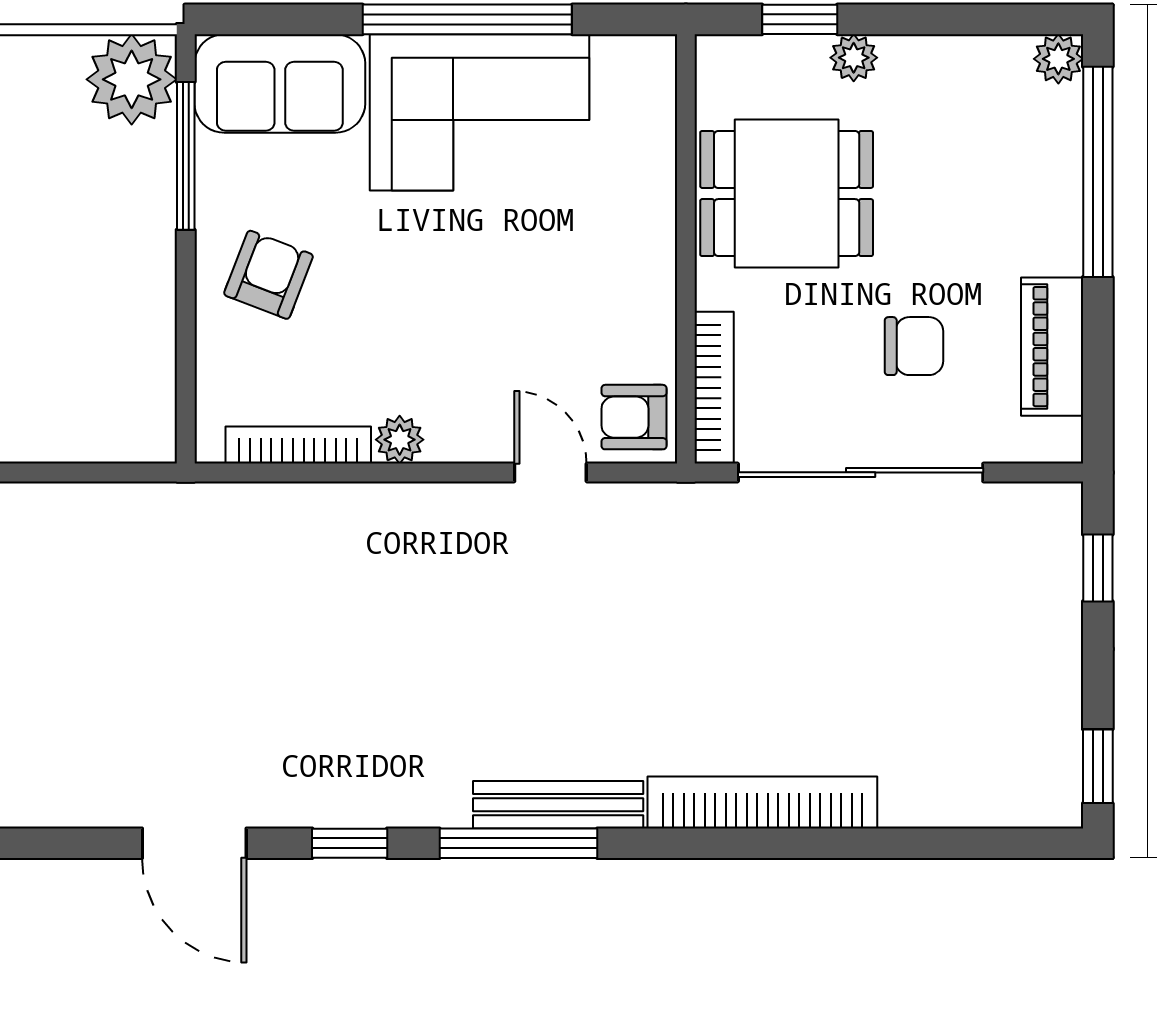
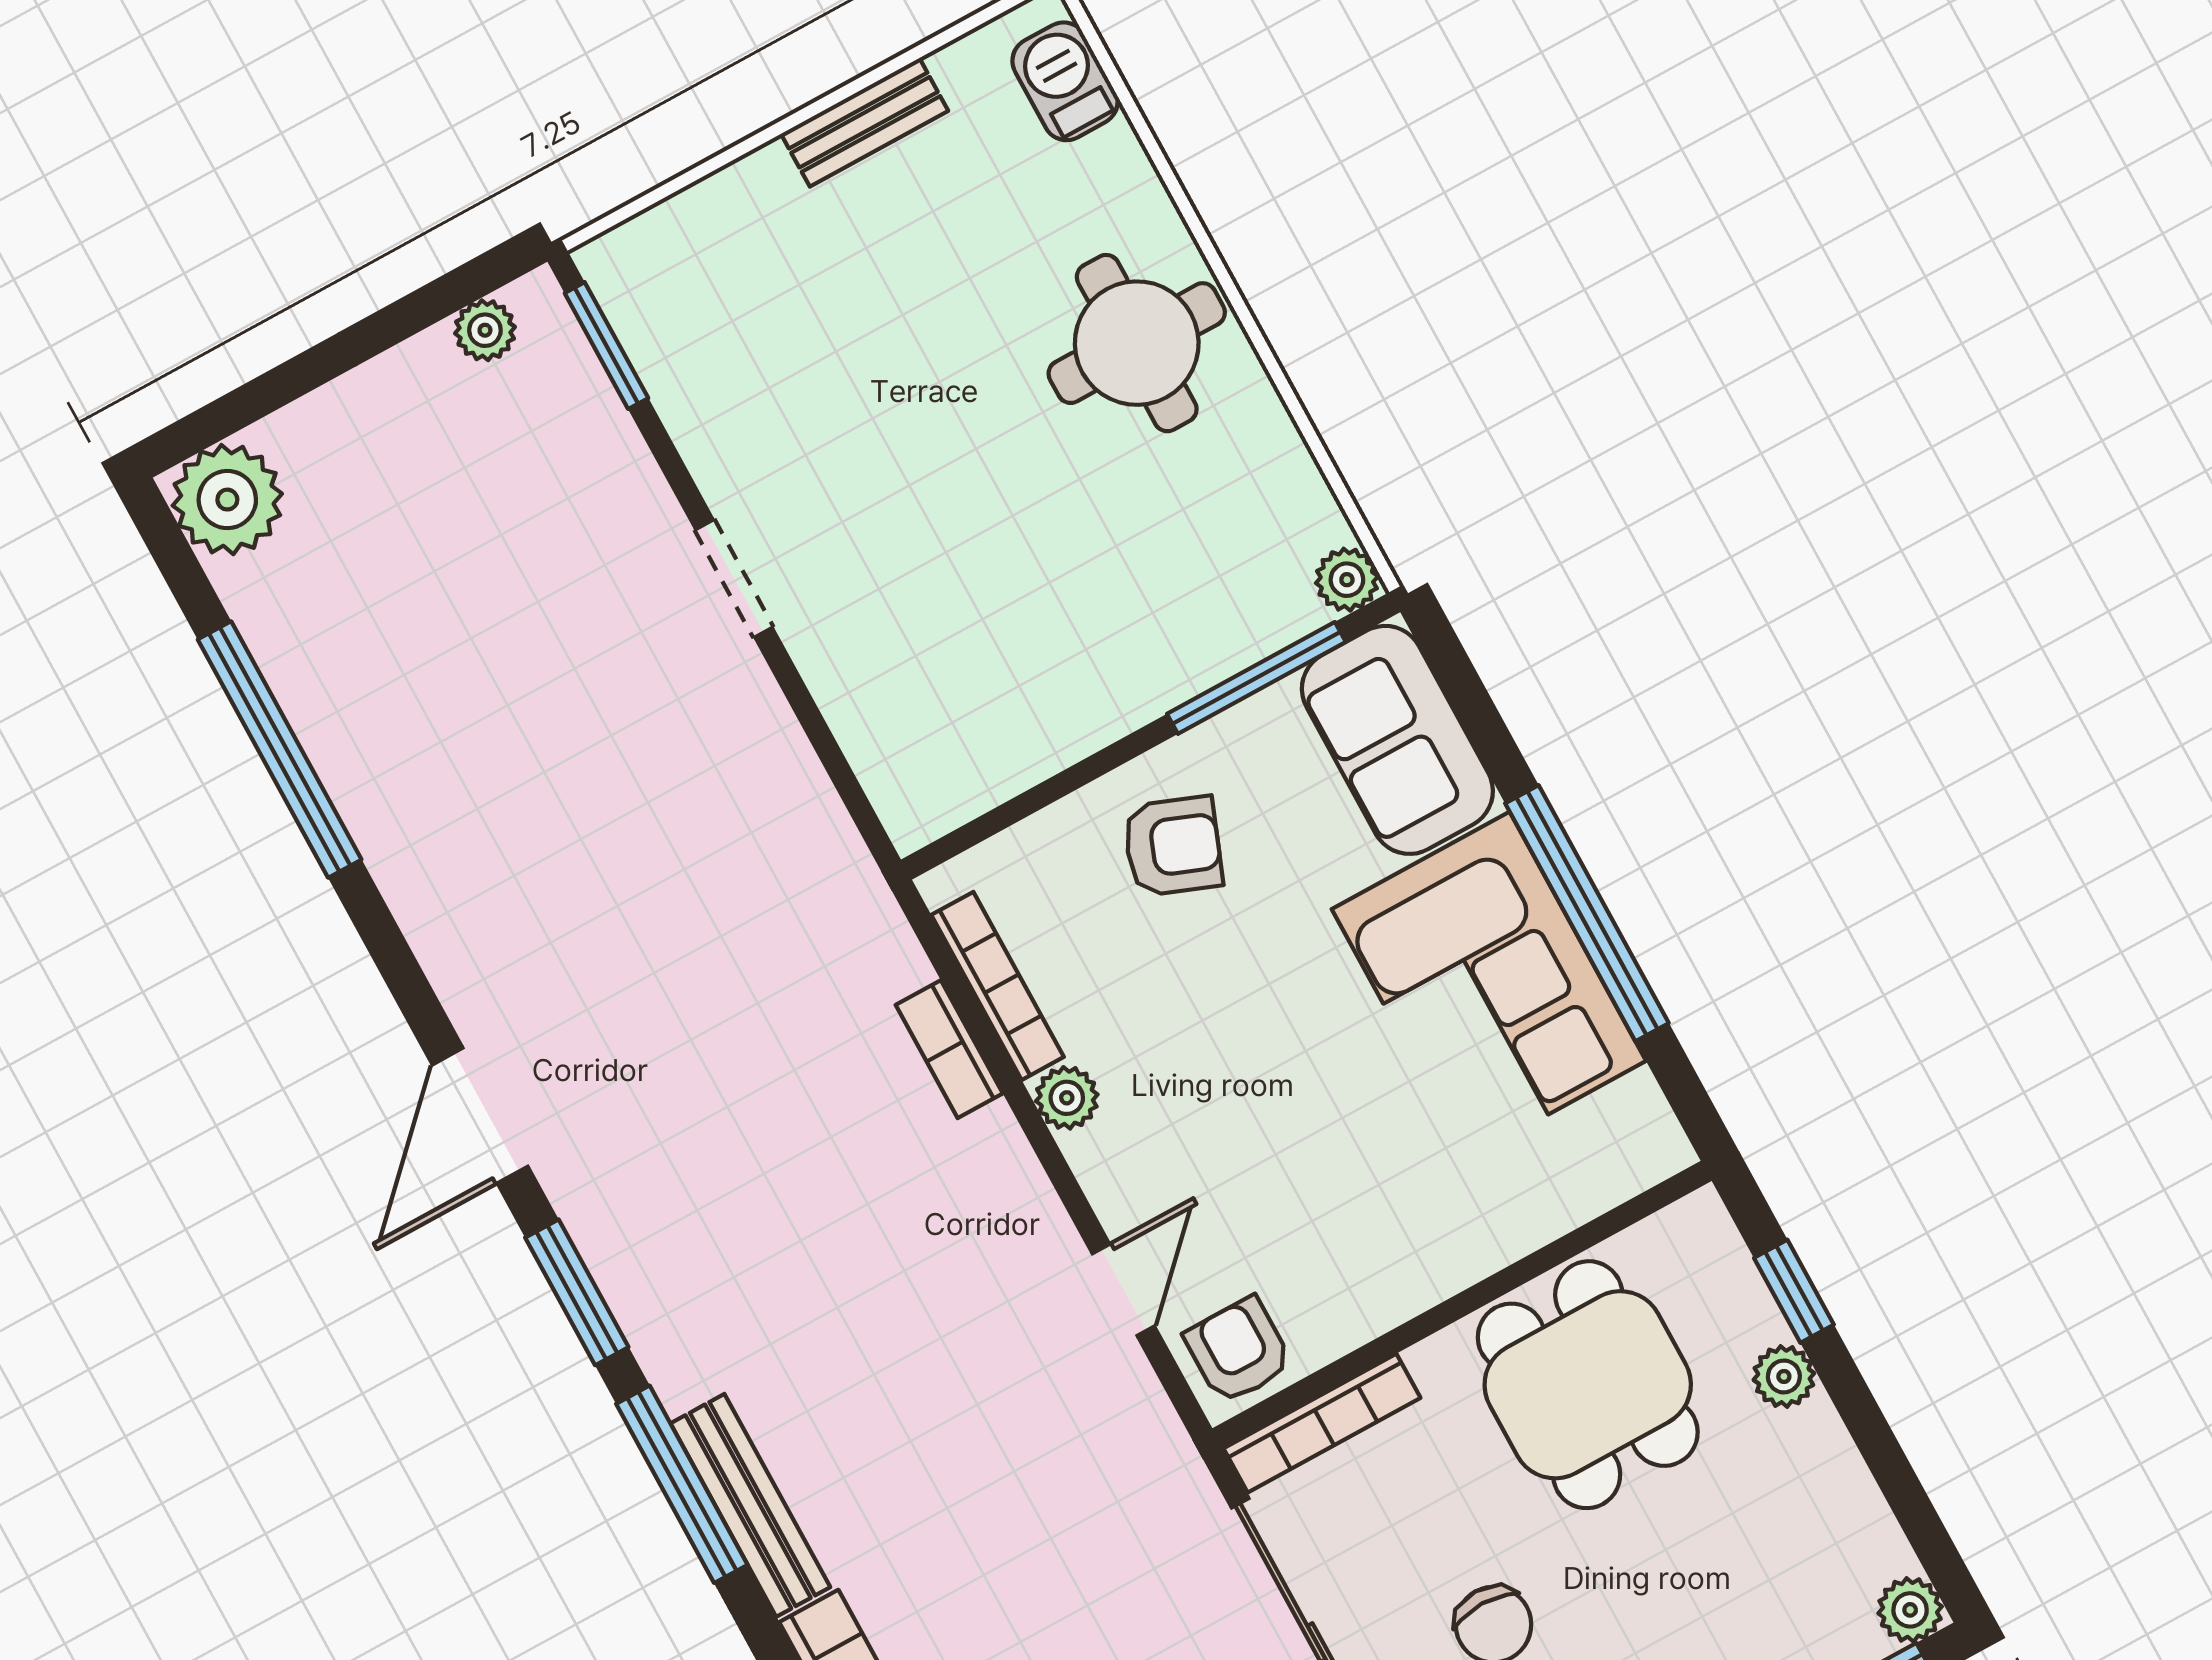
plant: (132, 79) -> (1347, 580), width x0.53, depth x0.53
bookcase: (323, 501) -> (949, 1049), added
window: (350, 843) -> (577, 1292), width x1.50

